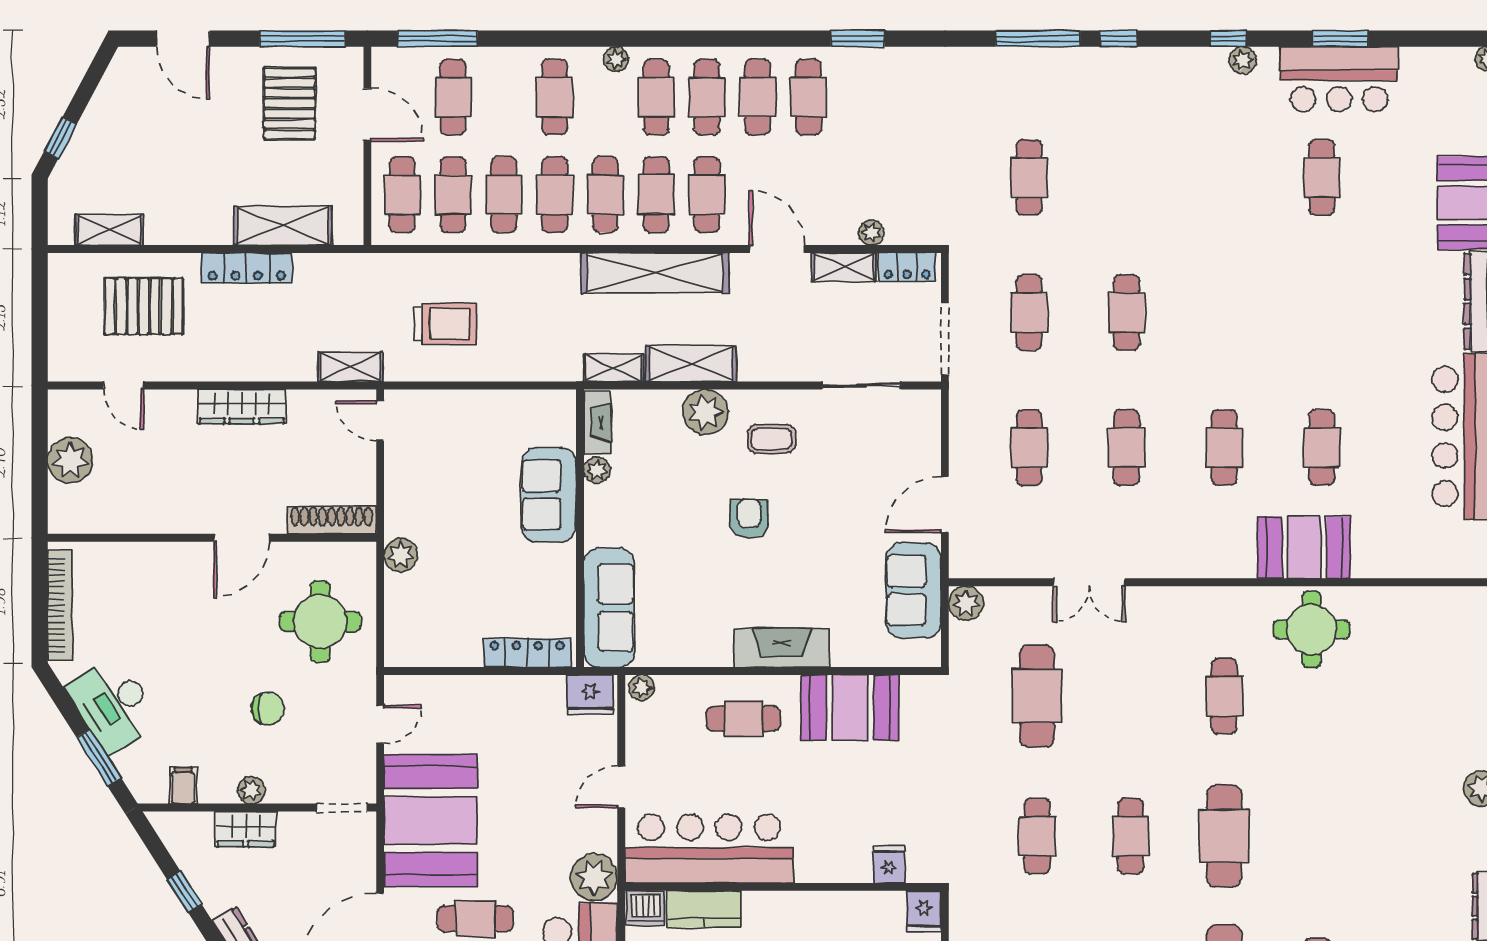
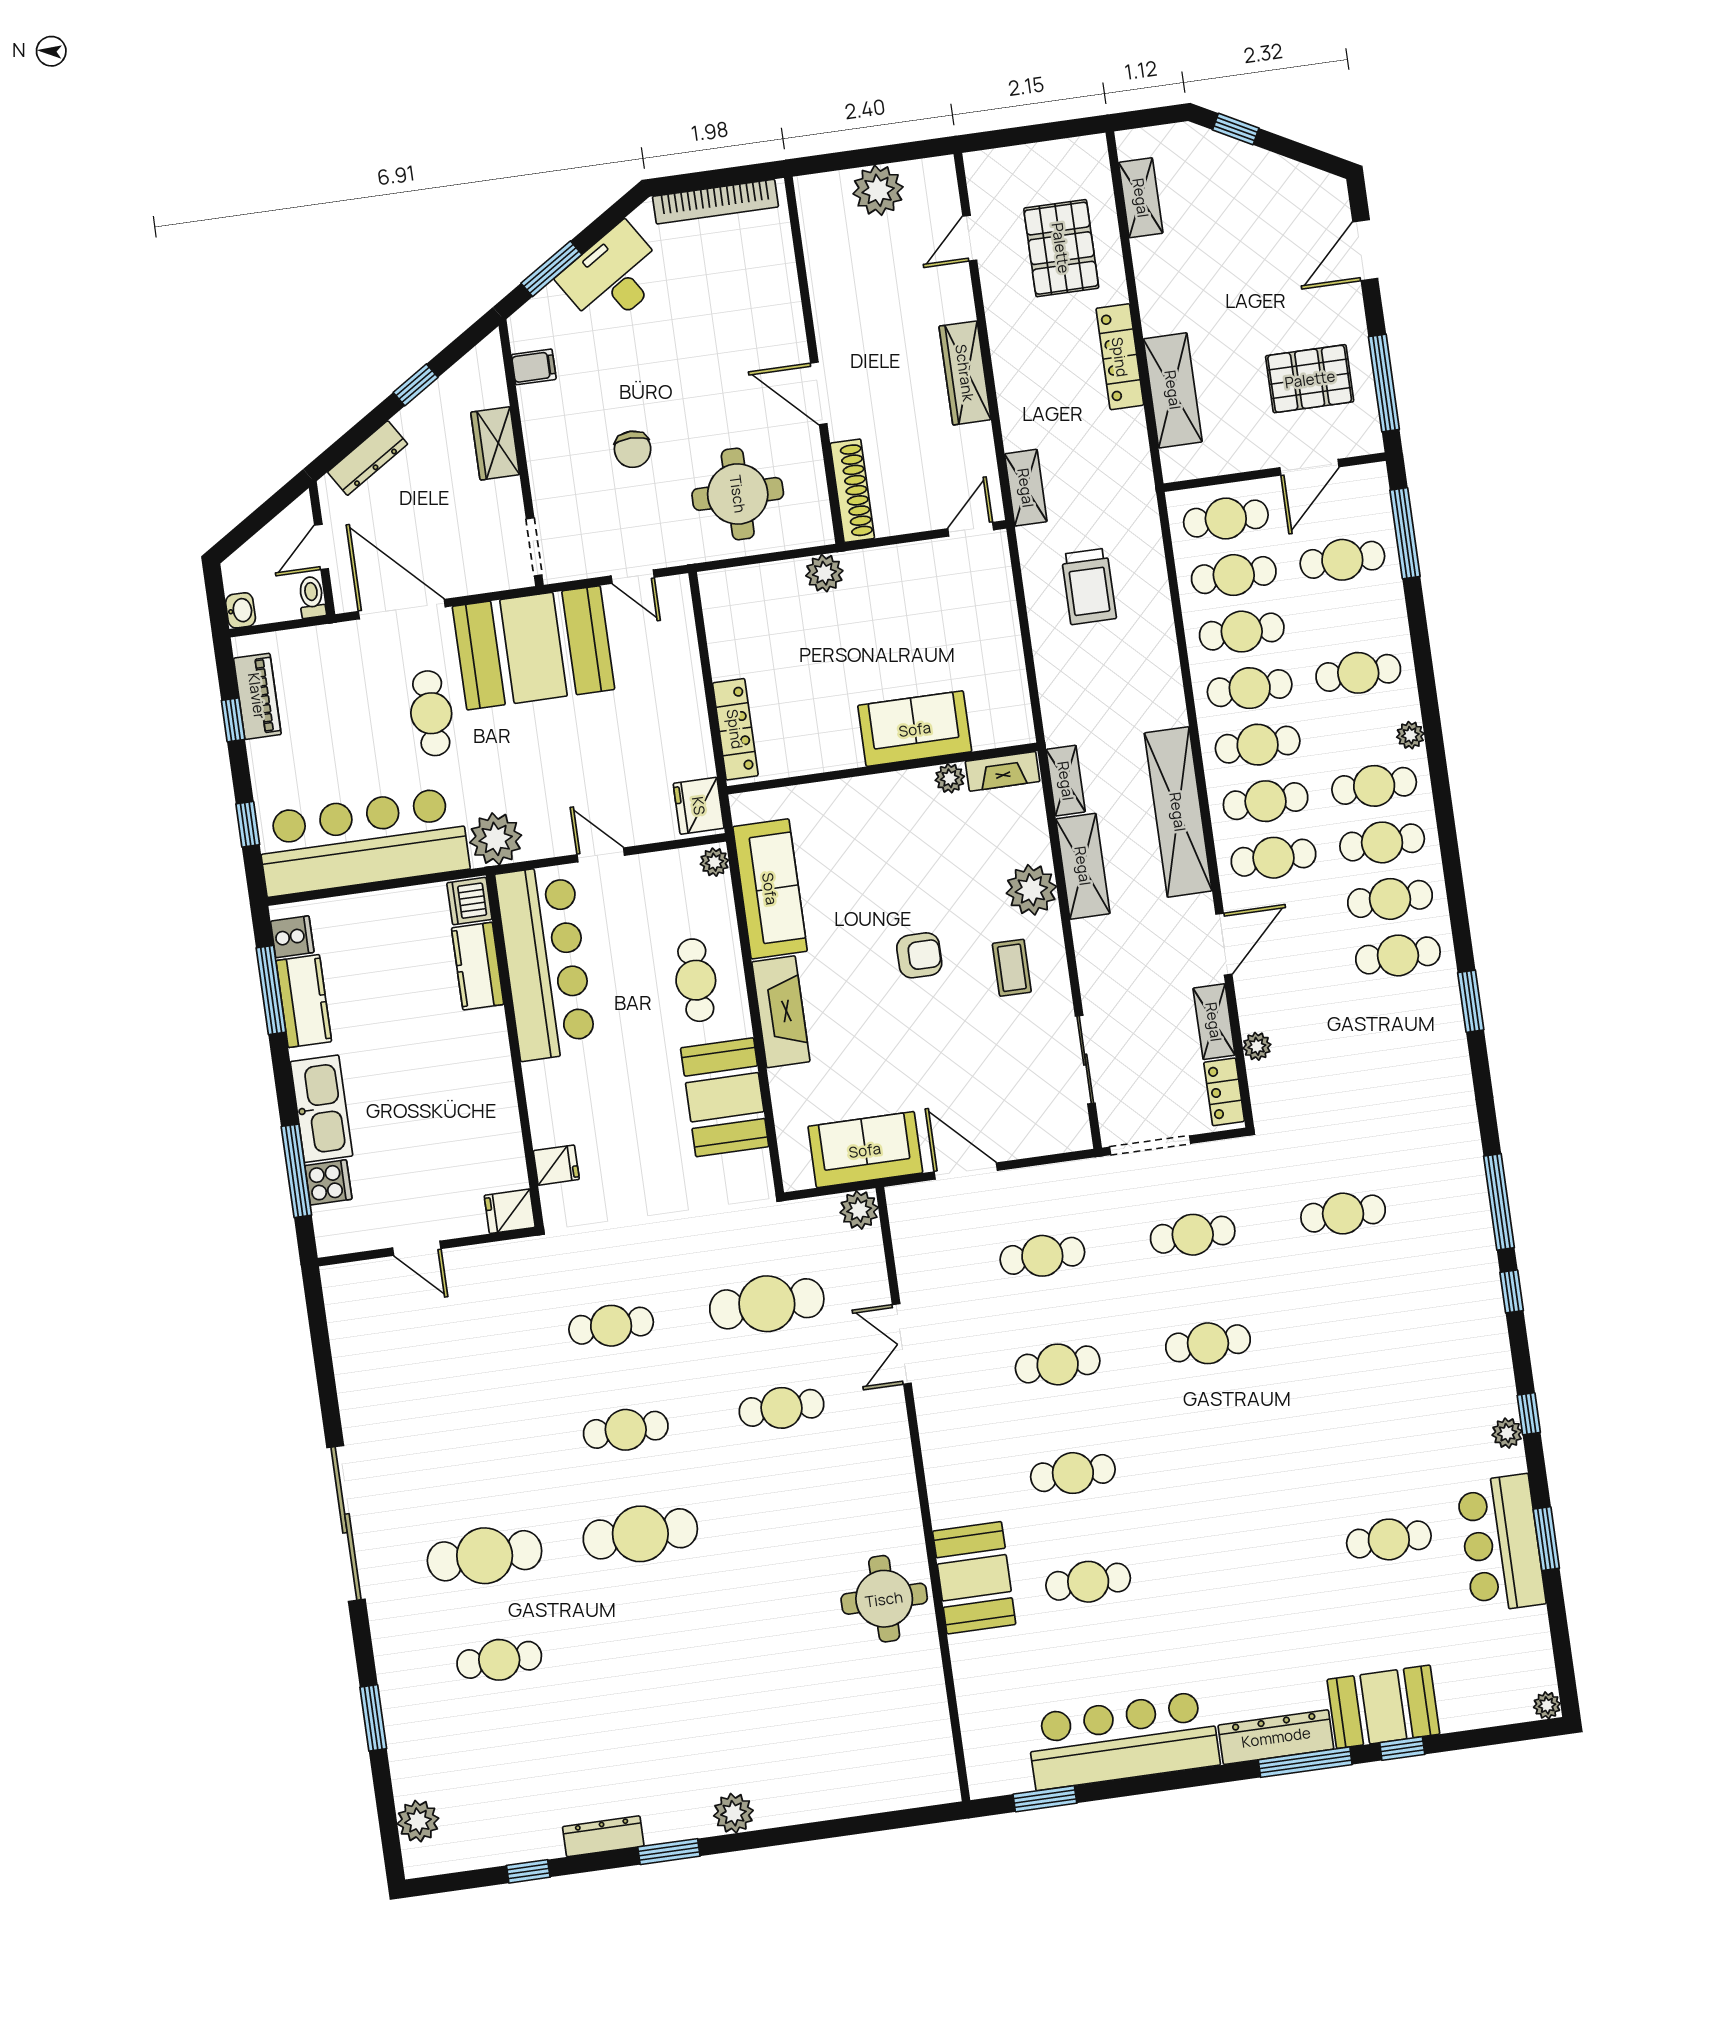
sofa: (609, 608) -> (770, 889), moved, turned -90
cafe table: (1224, 696) -> (781, 1408), moved
plant: (251, 790) -> (539, 444), removed

